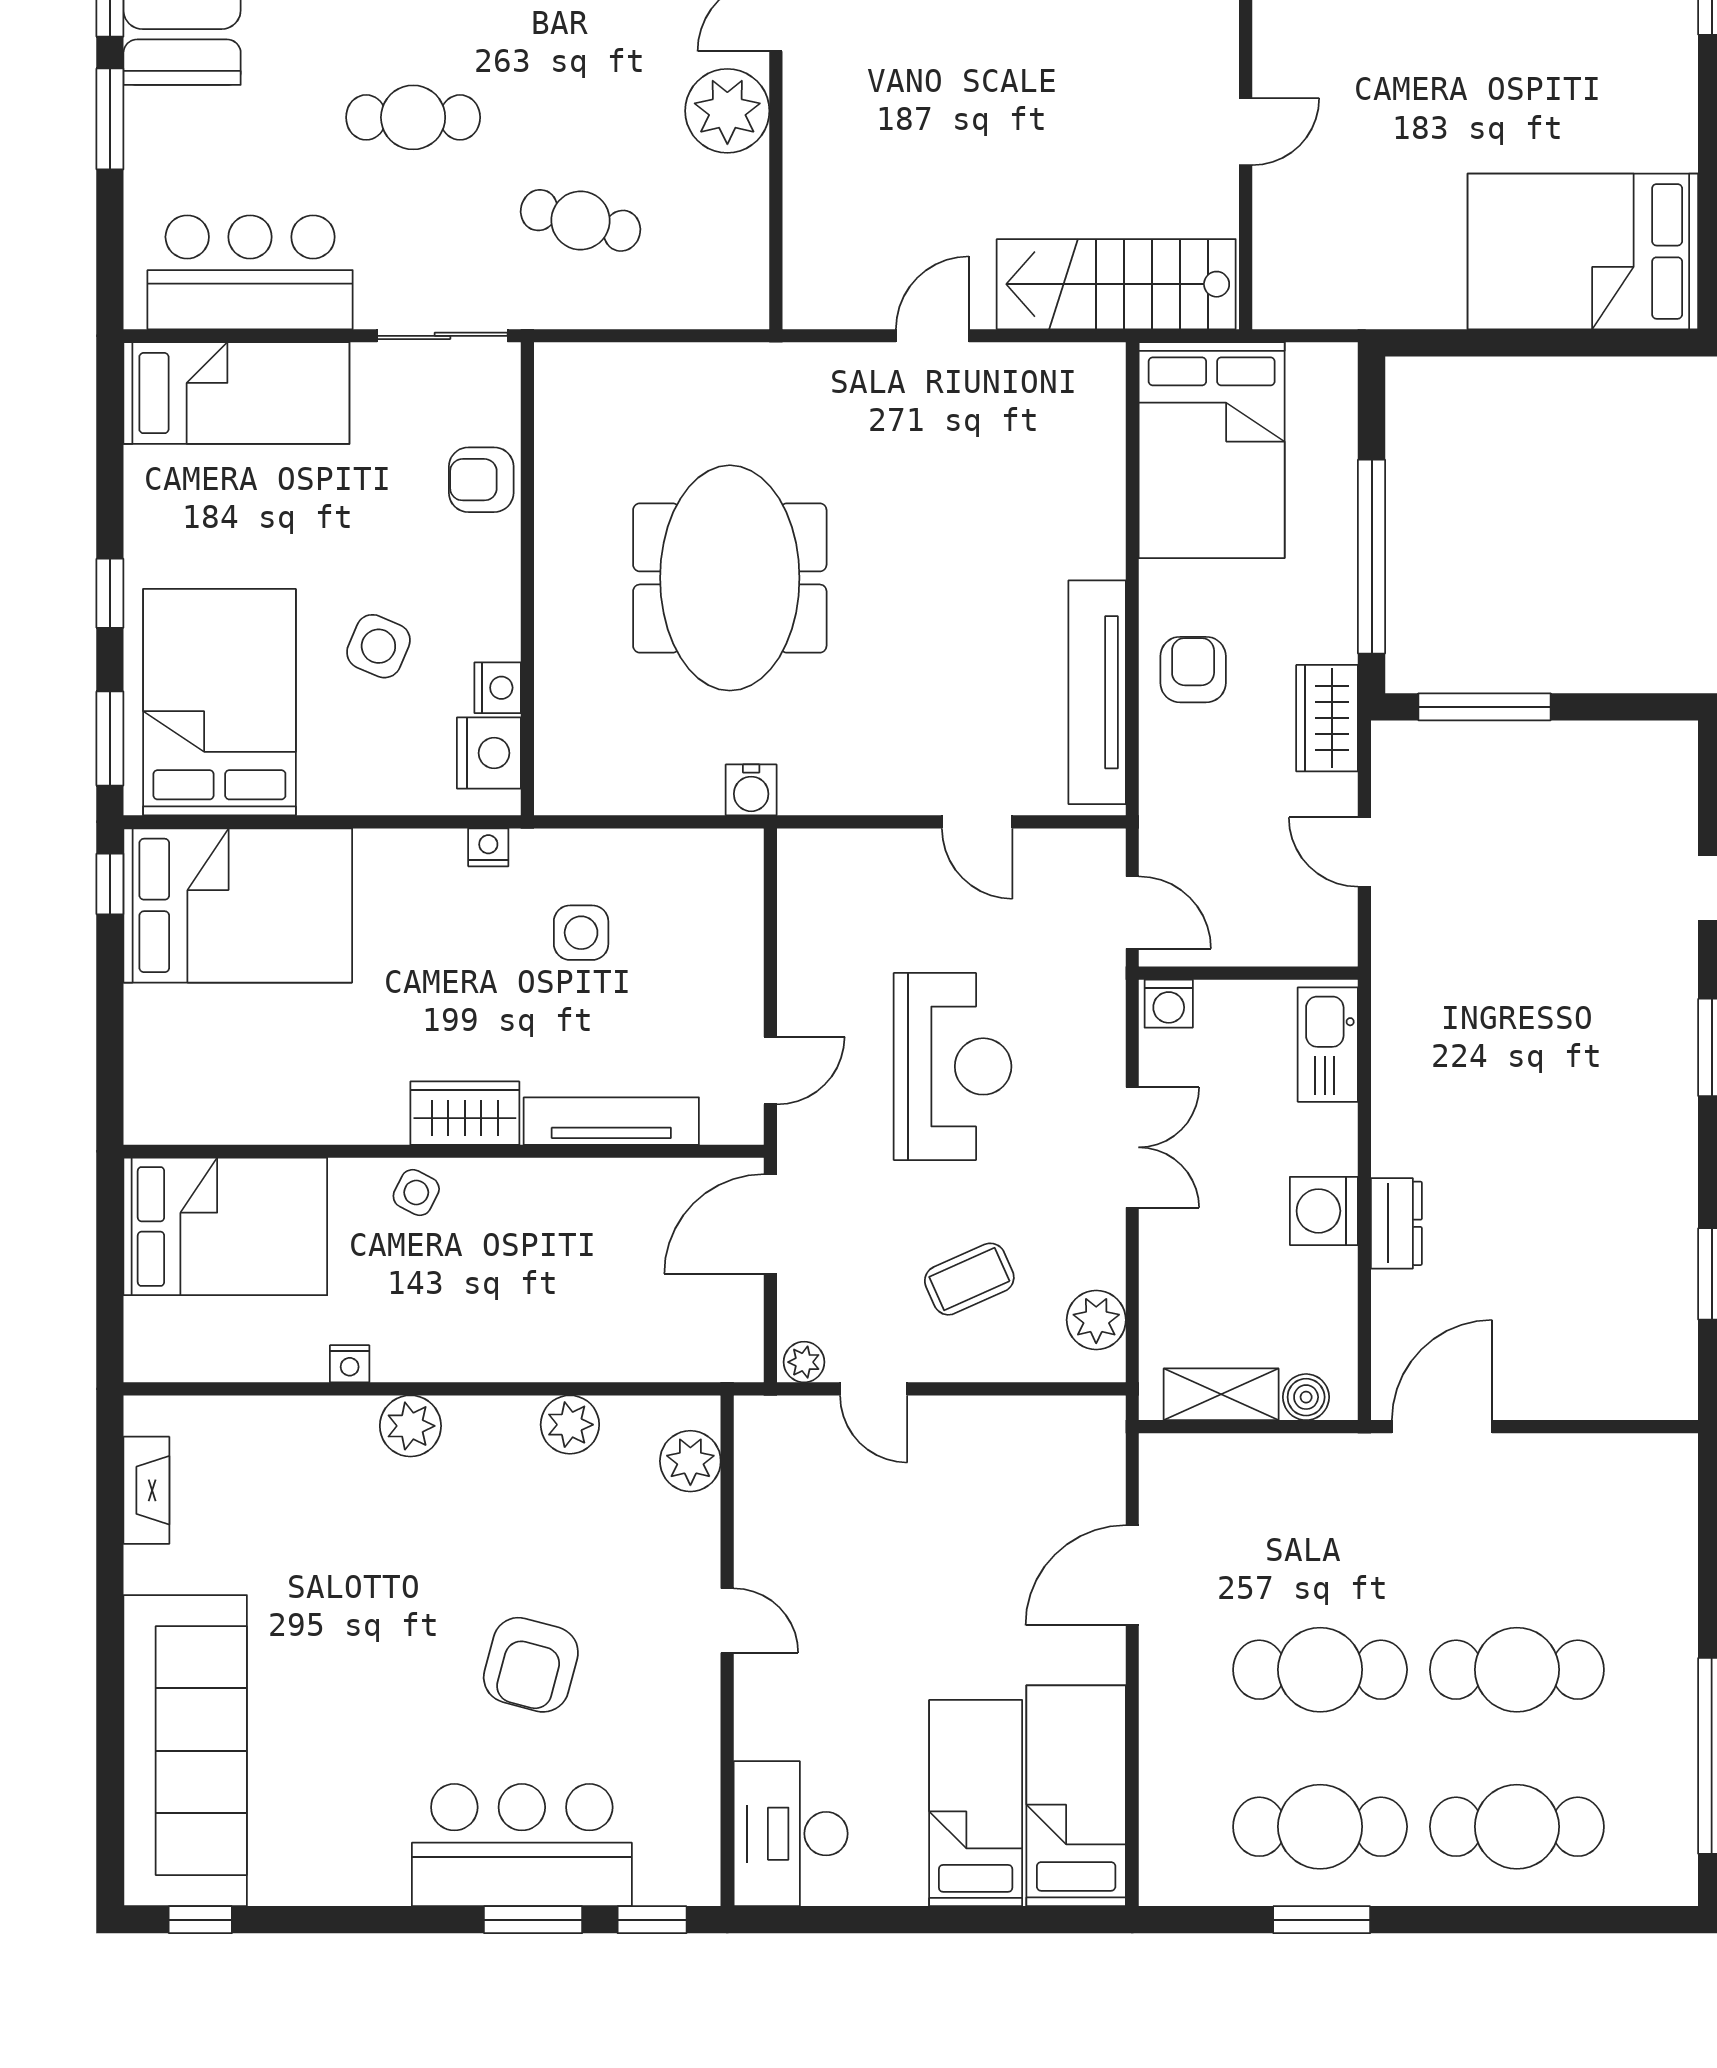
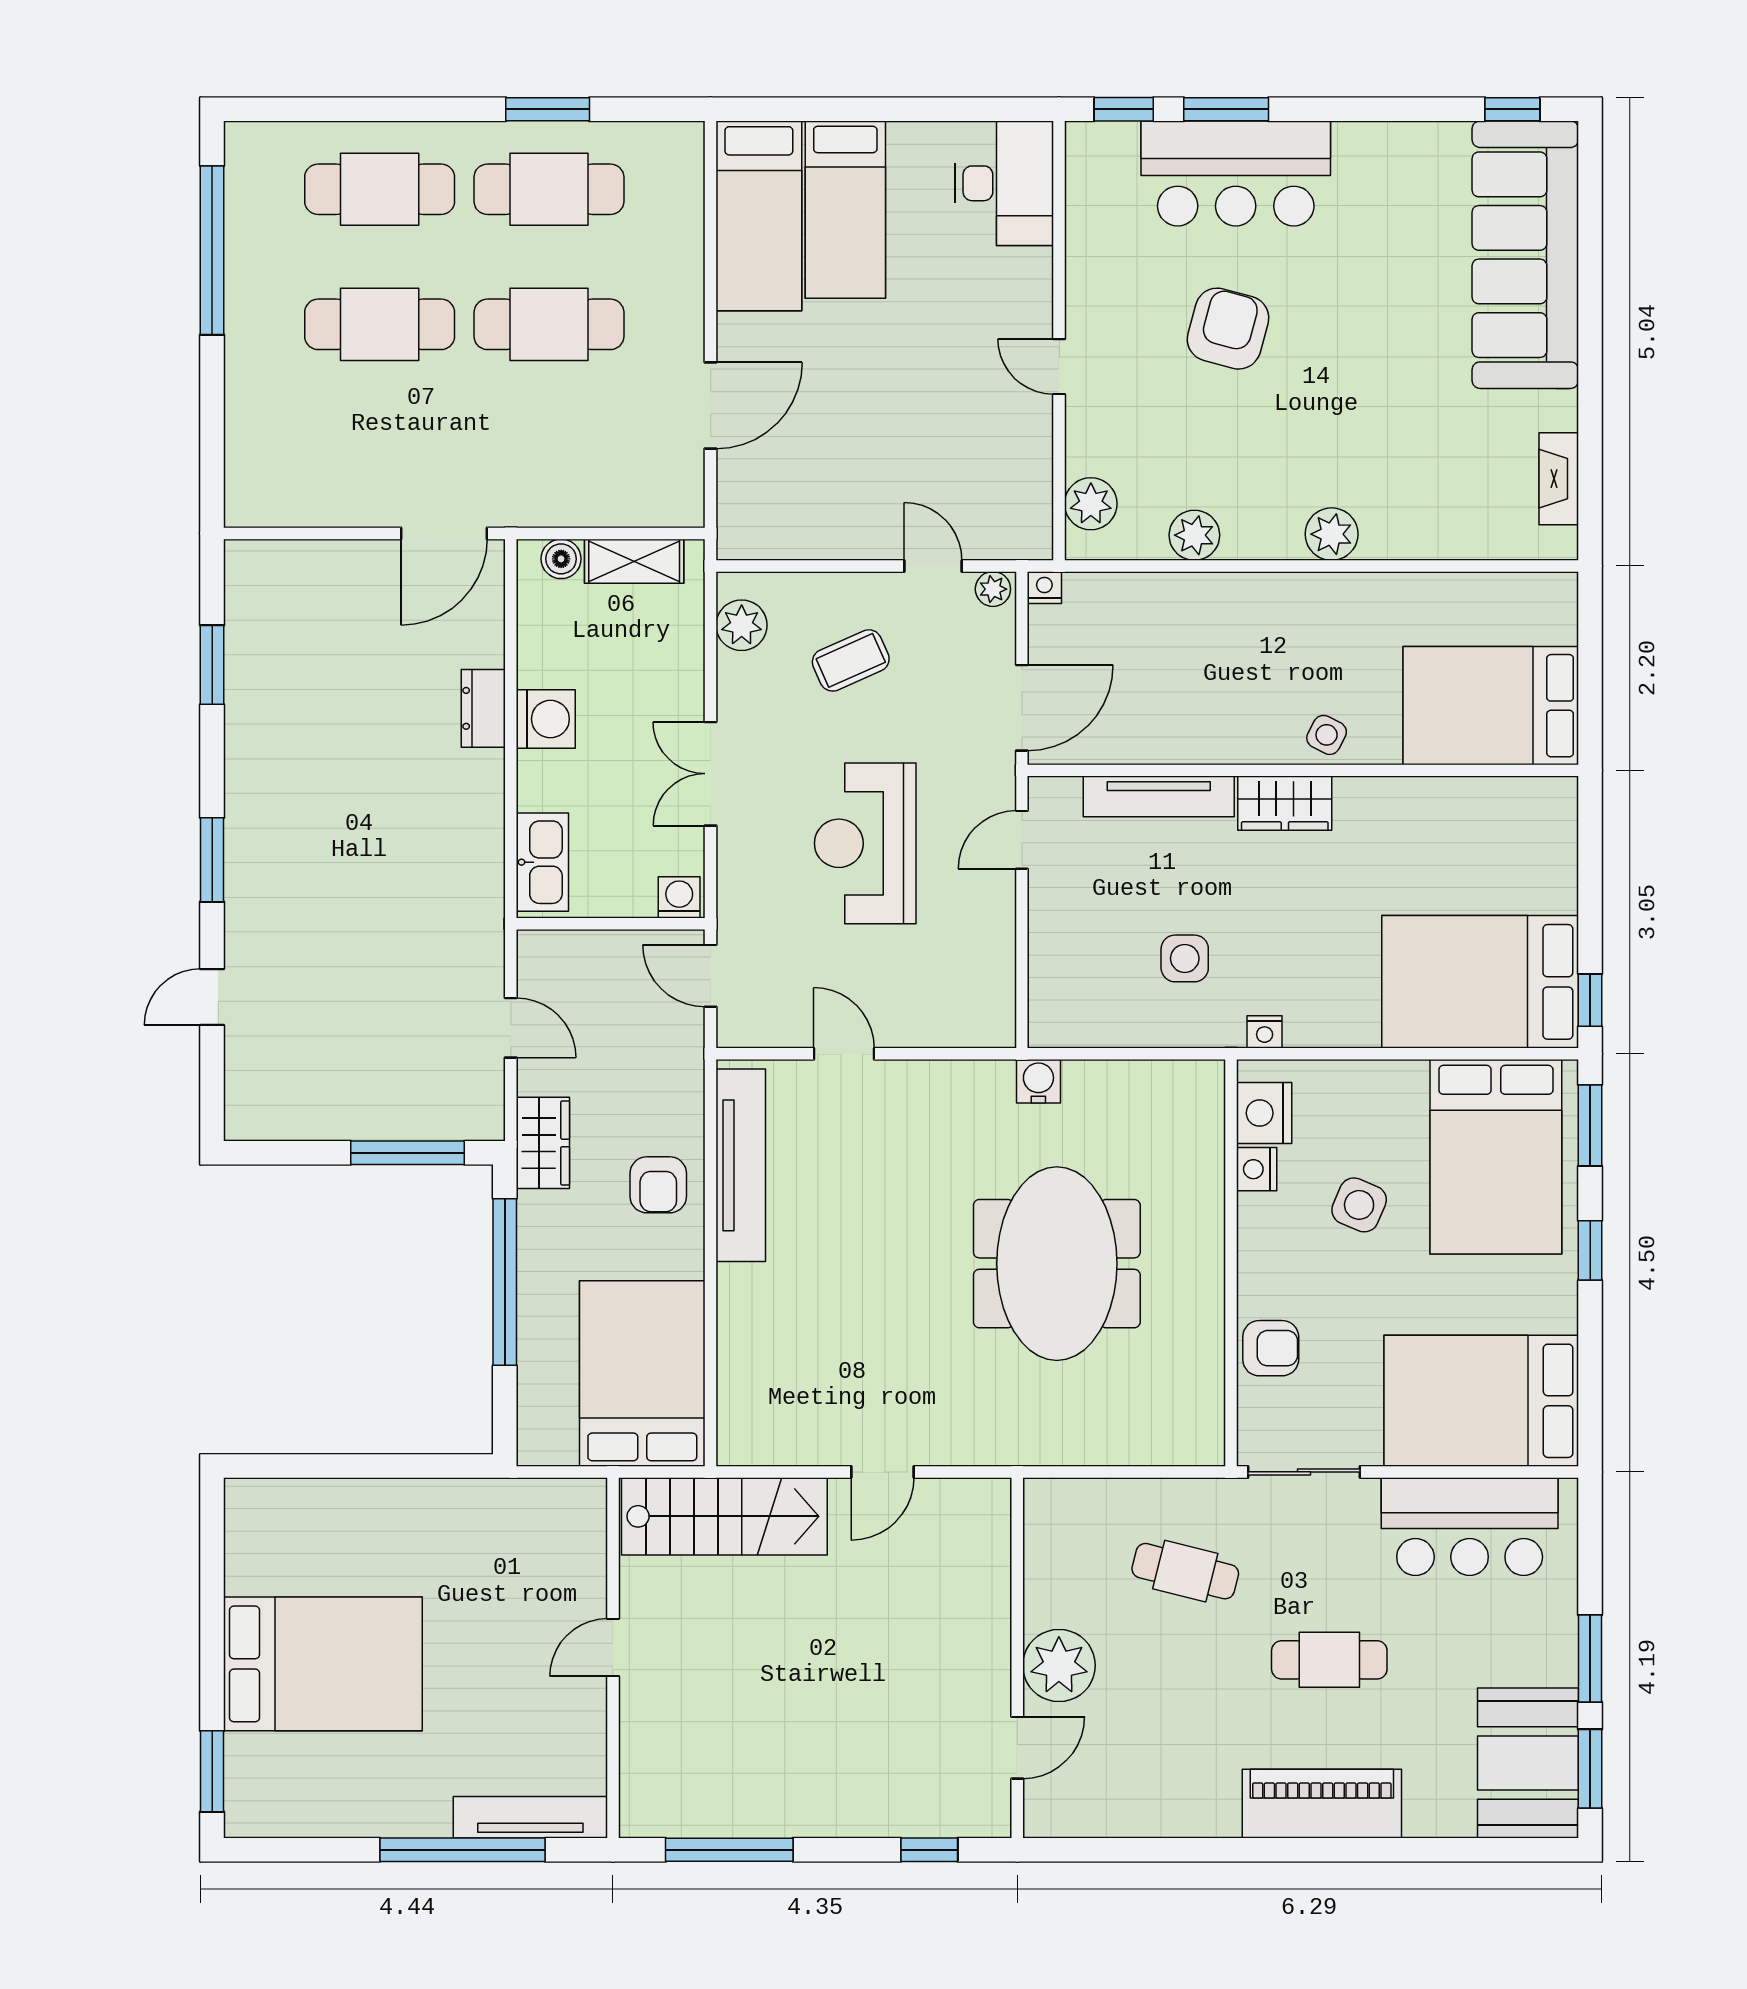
bed: (1583, 251) -> (323, 1664), moved
bed: (236, 393) -> (1481, 1401), width x1.50
nightstand: (350, 1364) -> (1044, 588), moved

